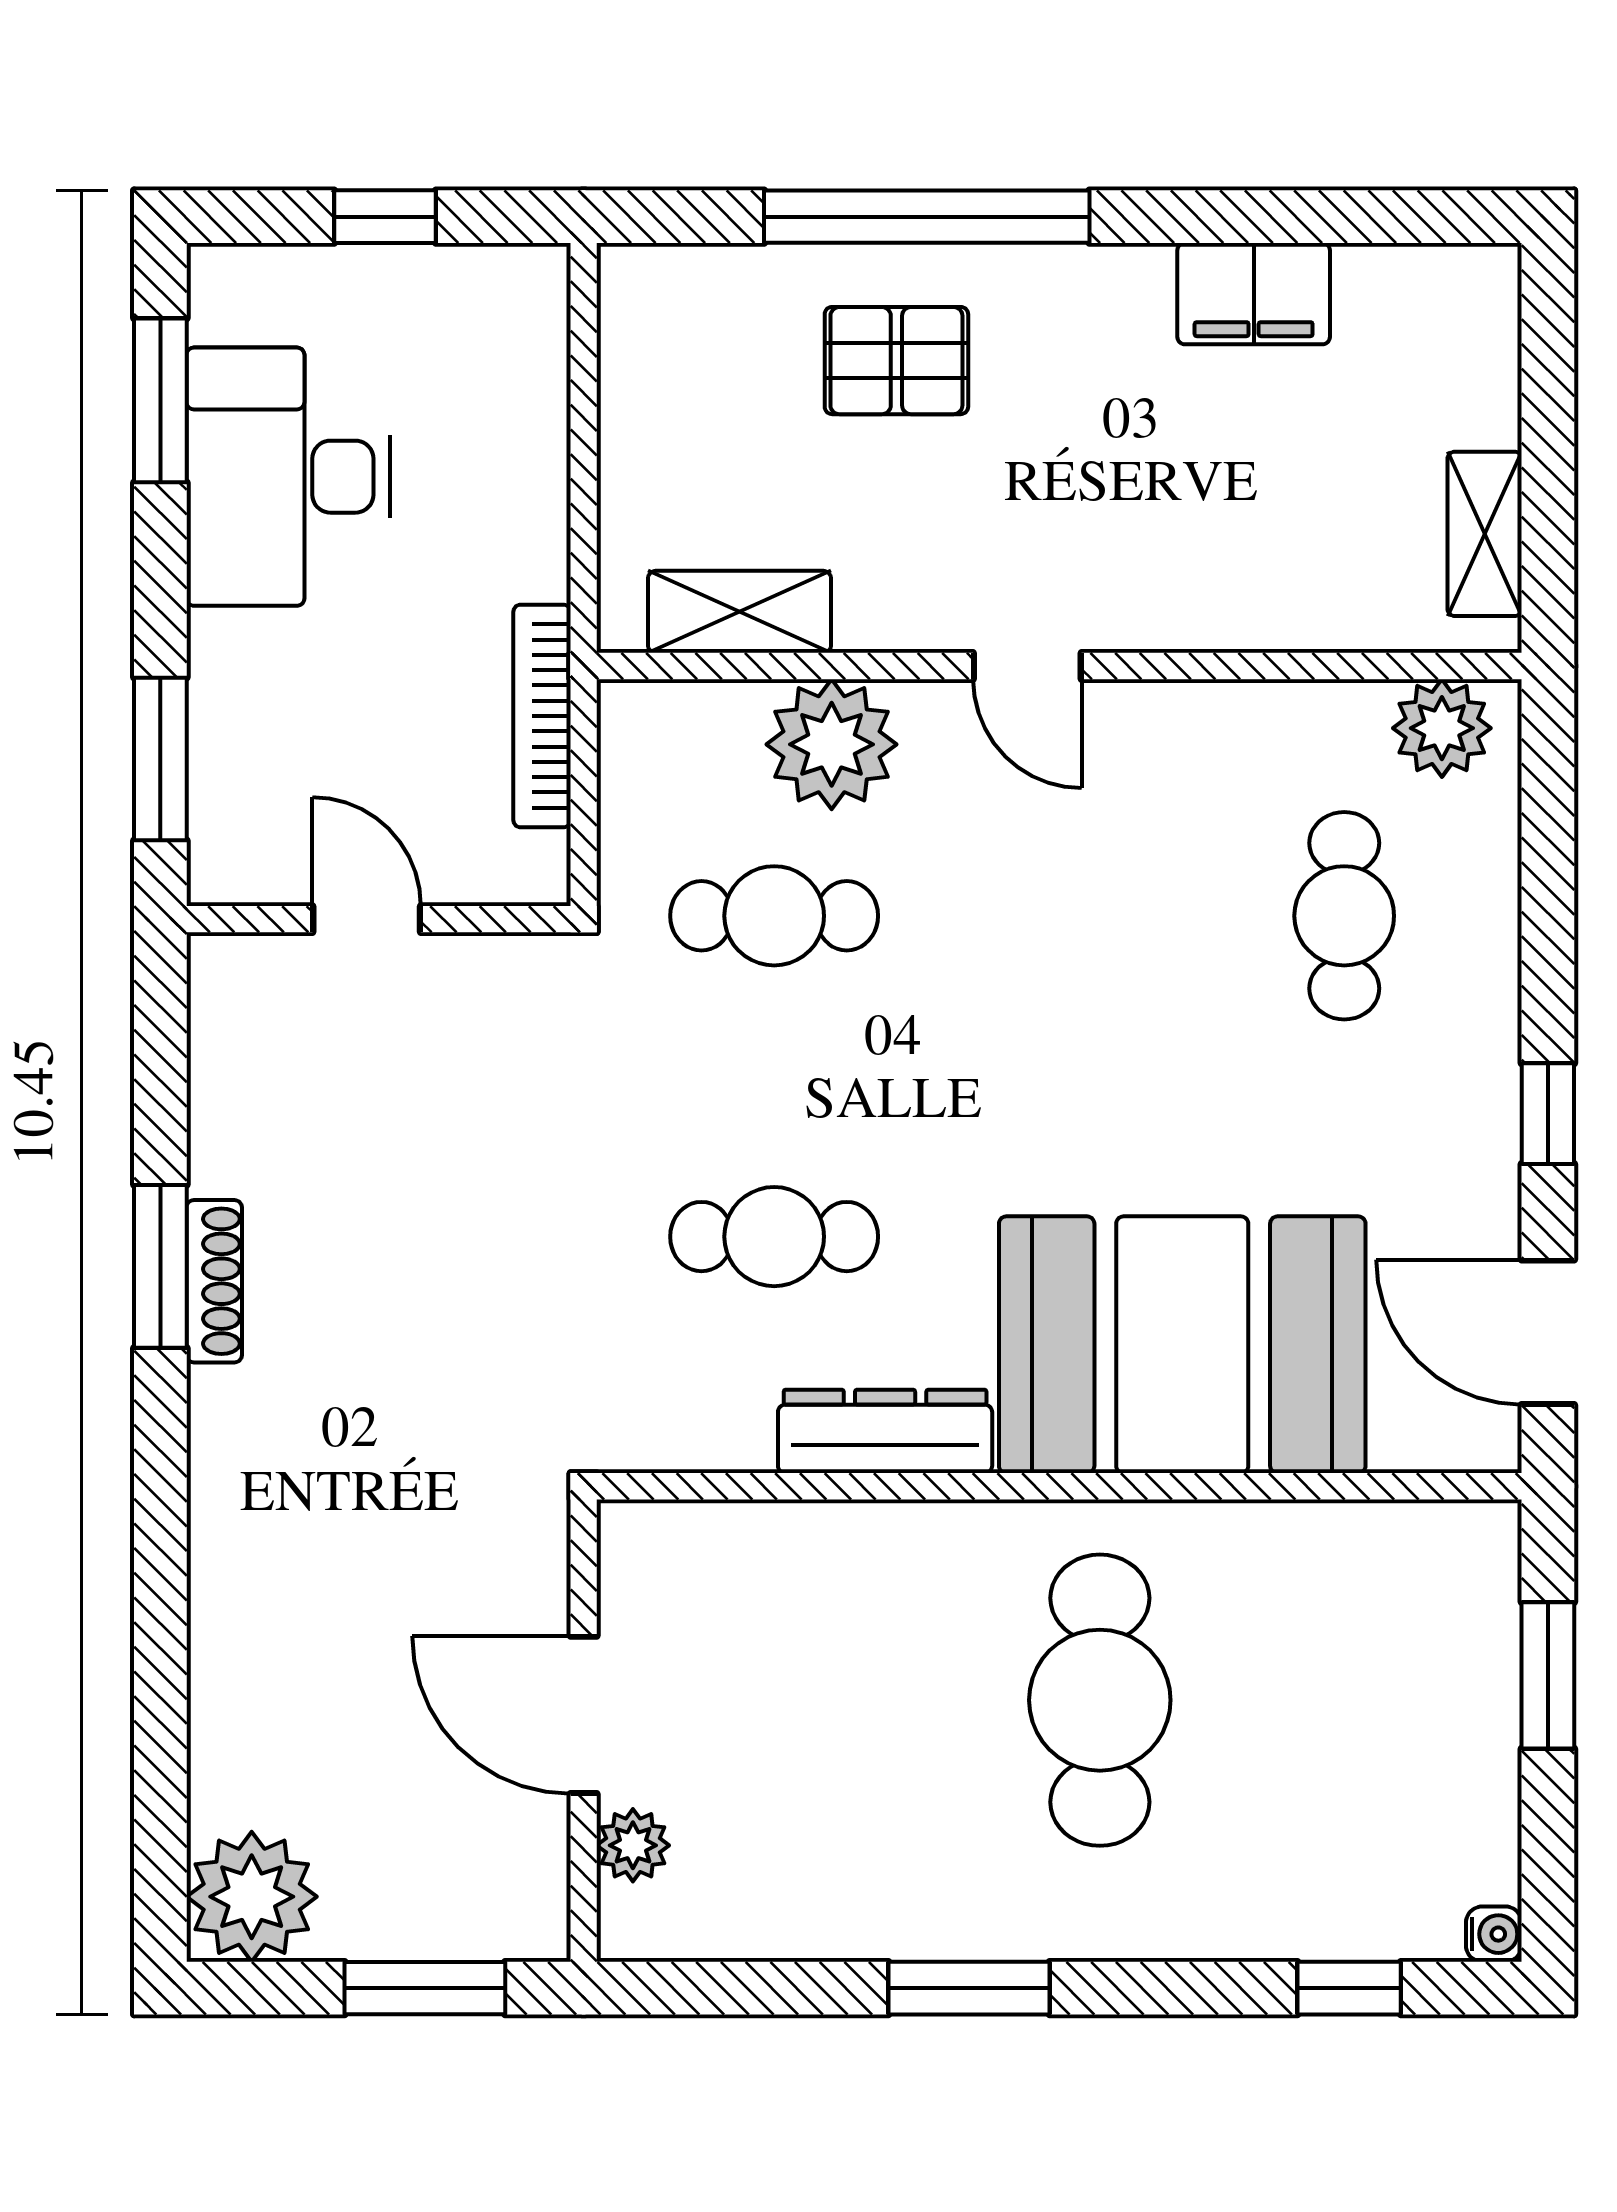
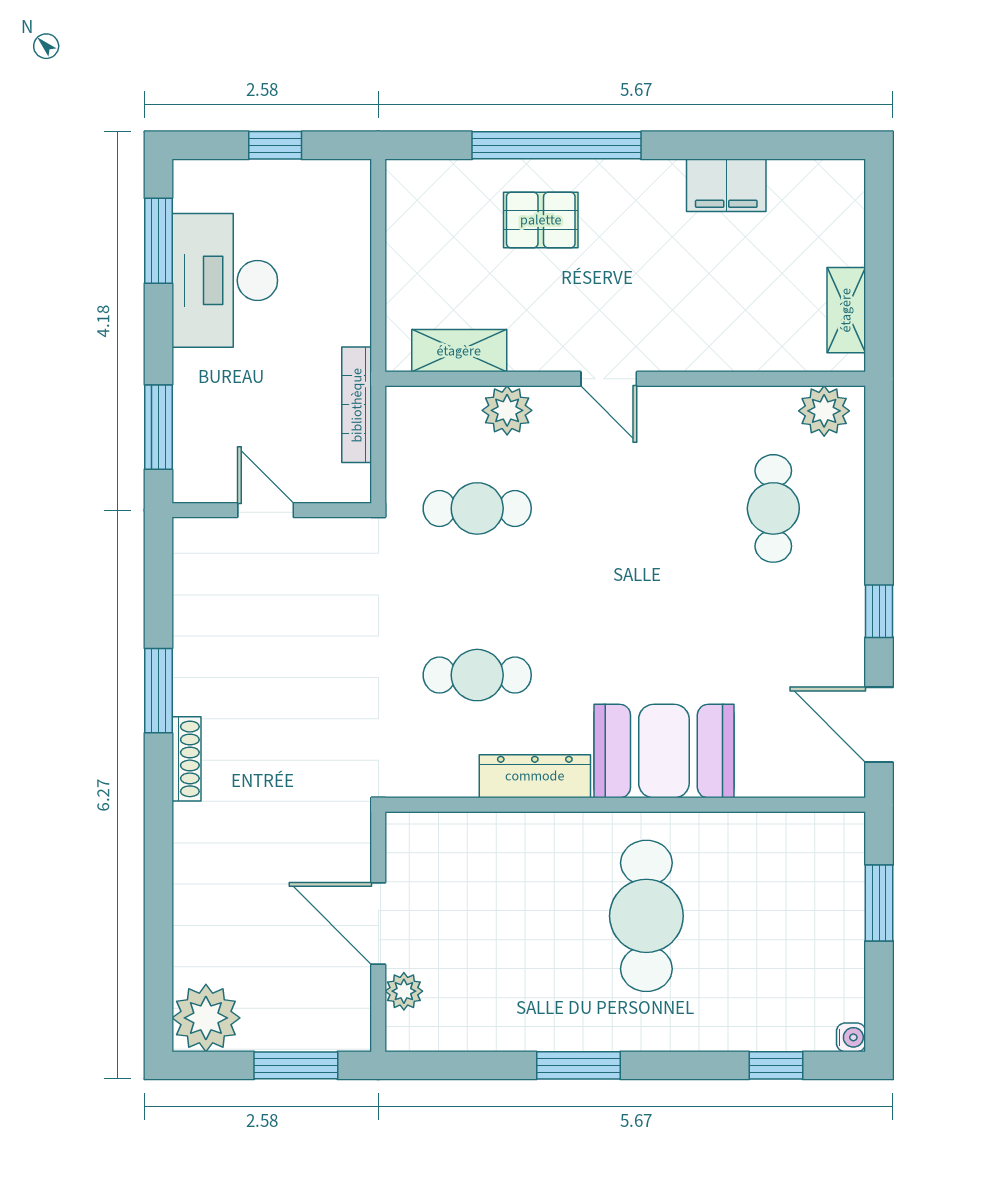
plant: (832, 744) -> (507, 410), width x0.73, depth x0.73
shoe rack: (214, 1281) -> (186, 759), moved
booth: (1182, 1345) -> (664, 751), width x0.73, depth x0.70

